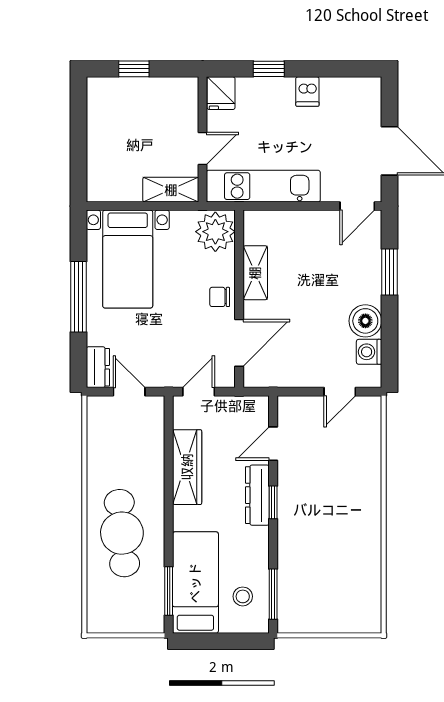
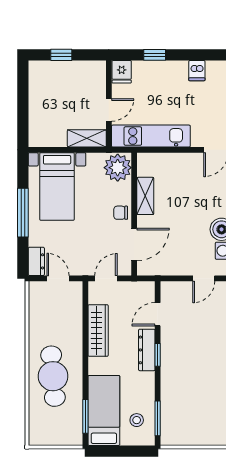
dishwasher: (307, 92) -> (197, 71), moved

